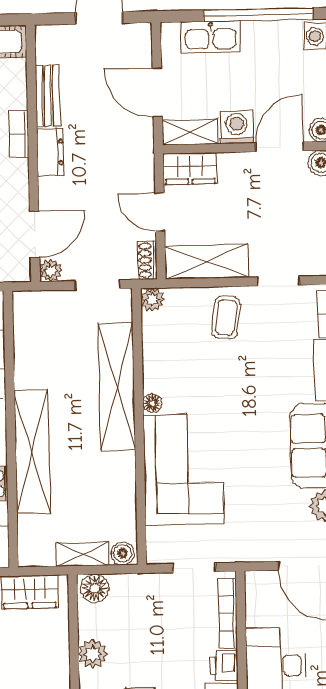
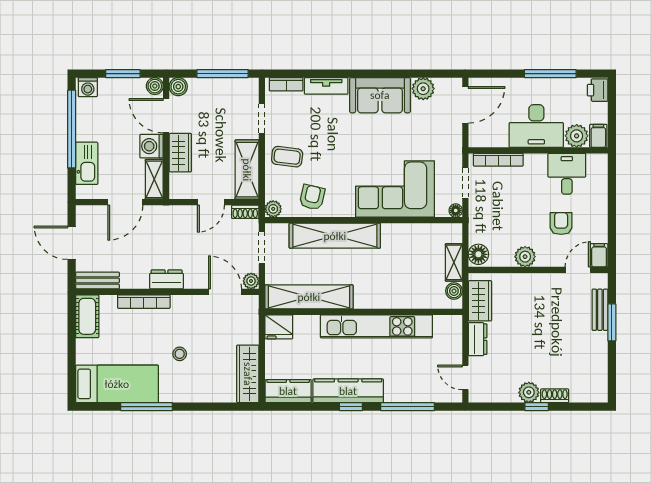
bench: (48, 96) -> (97, 281), moved
bookcase: (19, 134) -> (144, 302), width x1.56
wardrobe: (190, 169) -> (180, 153), moved
armchair: (170, 354) -> (312, 197), added
floor lamp: (152, 403) -> (456, 211), moved
shelving: (32, 452) -> (309, 297), moved
boiler: (123, 553) -> (454, 291), moved
printer: (224, 666) -> (536, 163), removed

